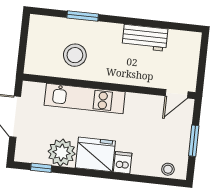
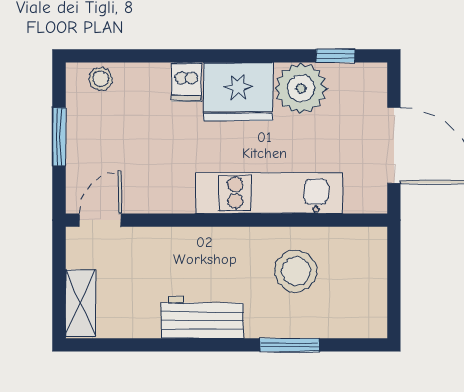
workbench: (145, 38) -> (202, 317), moved
shelving: (192, 50) -> (81, 303), added

